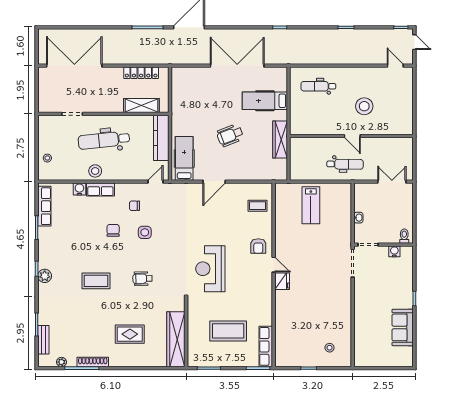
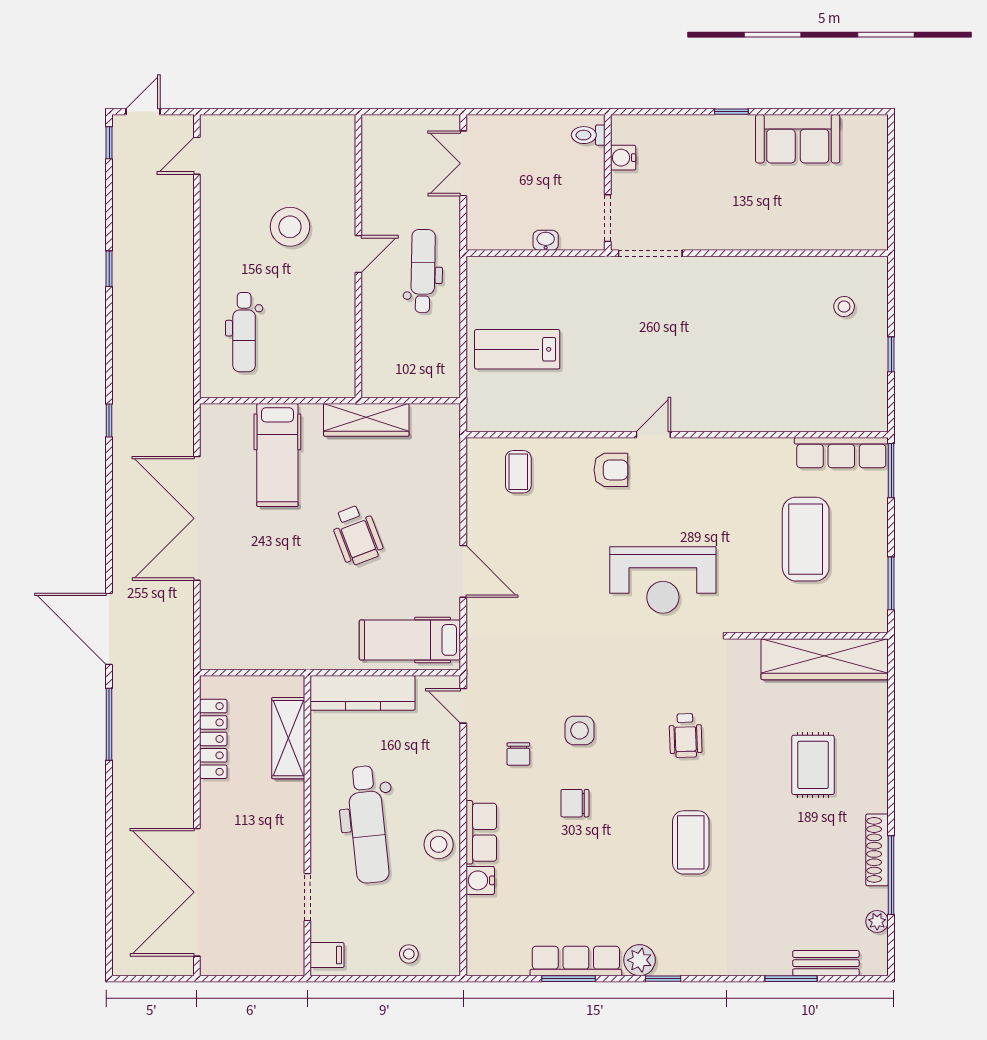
filing cabinet: (47, 122) -> (327, 955), added
lab bench: (311, 205) -> (517, 349), turned 180
row of seats: (44, 206) -> (576, 961), moved
plant: (45, 276) -> (640, 960), moved
fridge: (282, 281) -> (692, 415), removed

